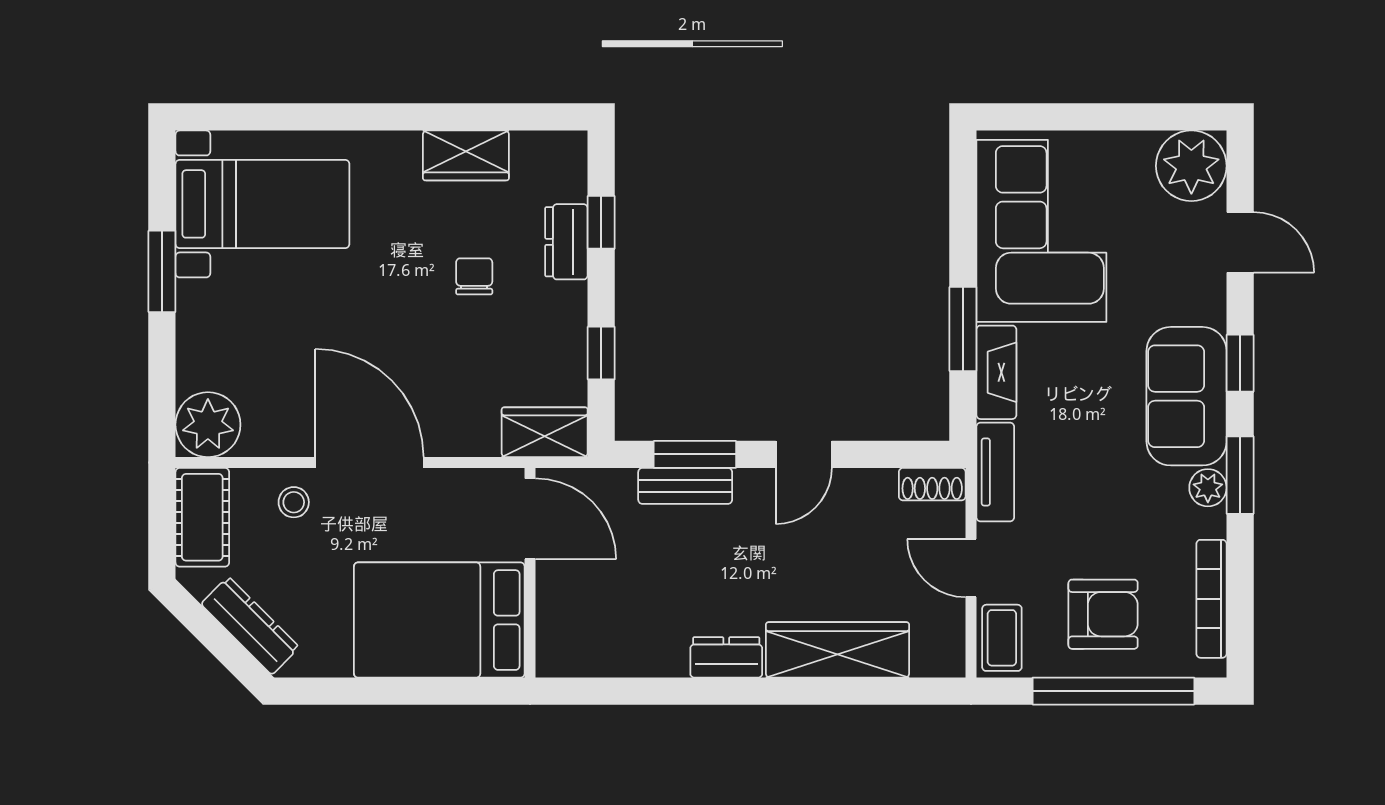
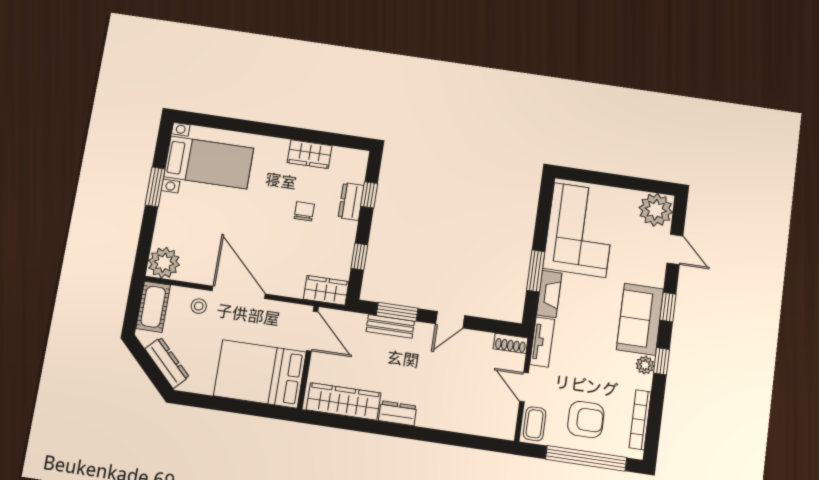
window: (1240, 475) -> (661, 361), width x0.67
wardrobe: (837, 650) -> (344, 401), moved

